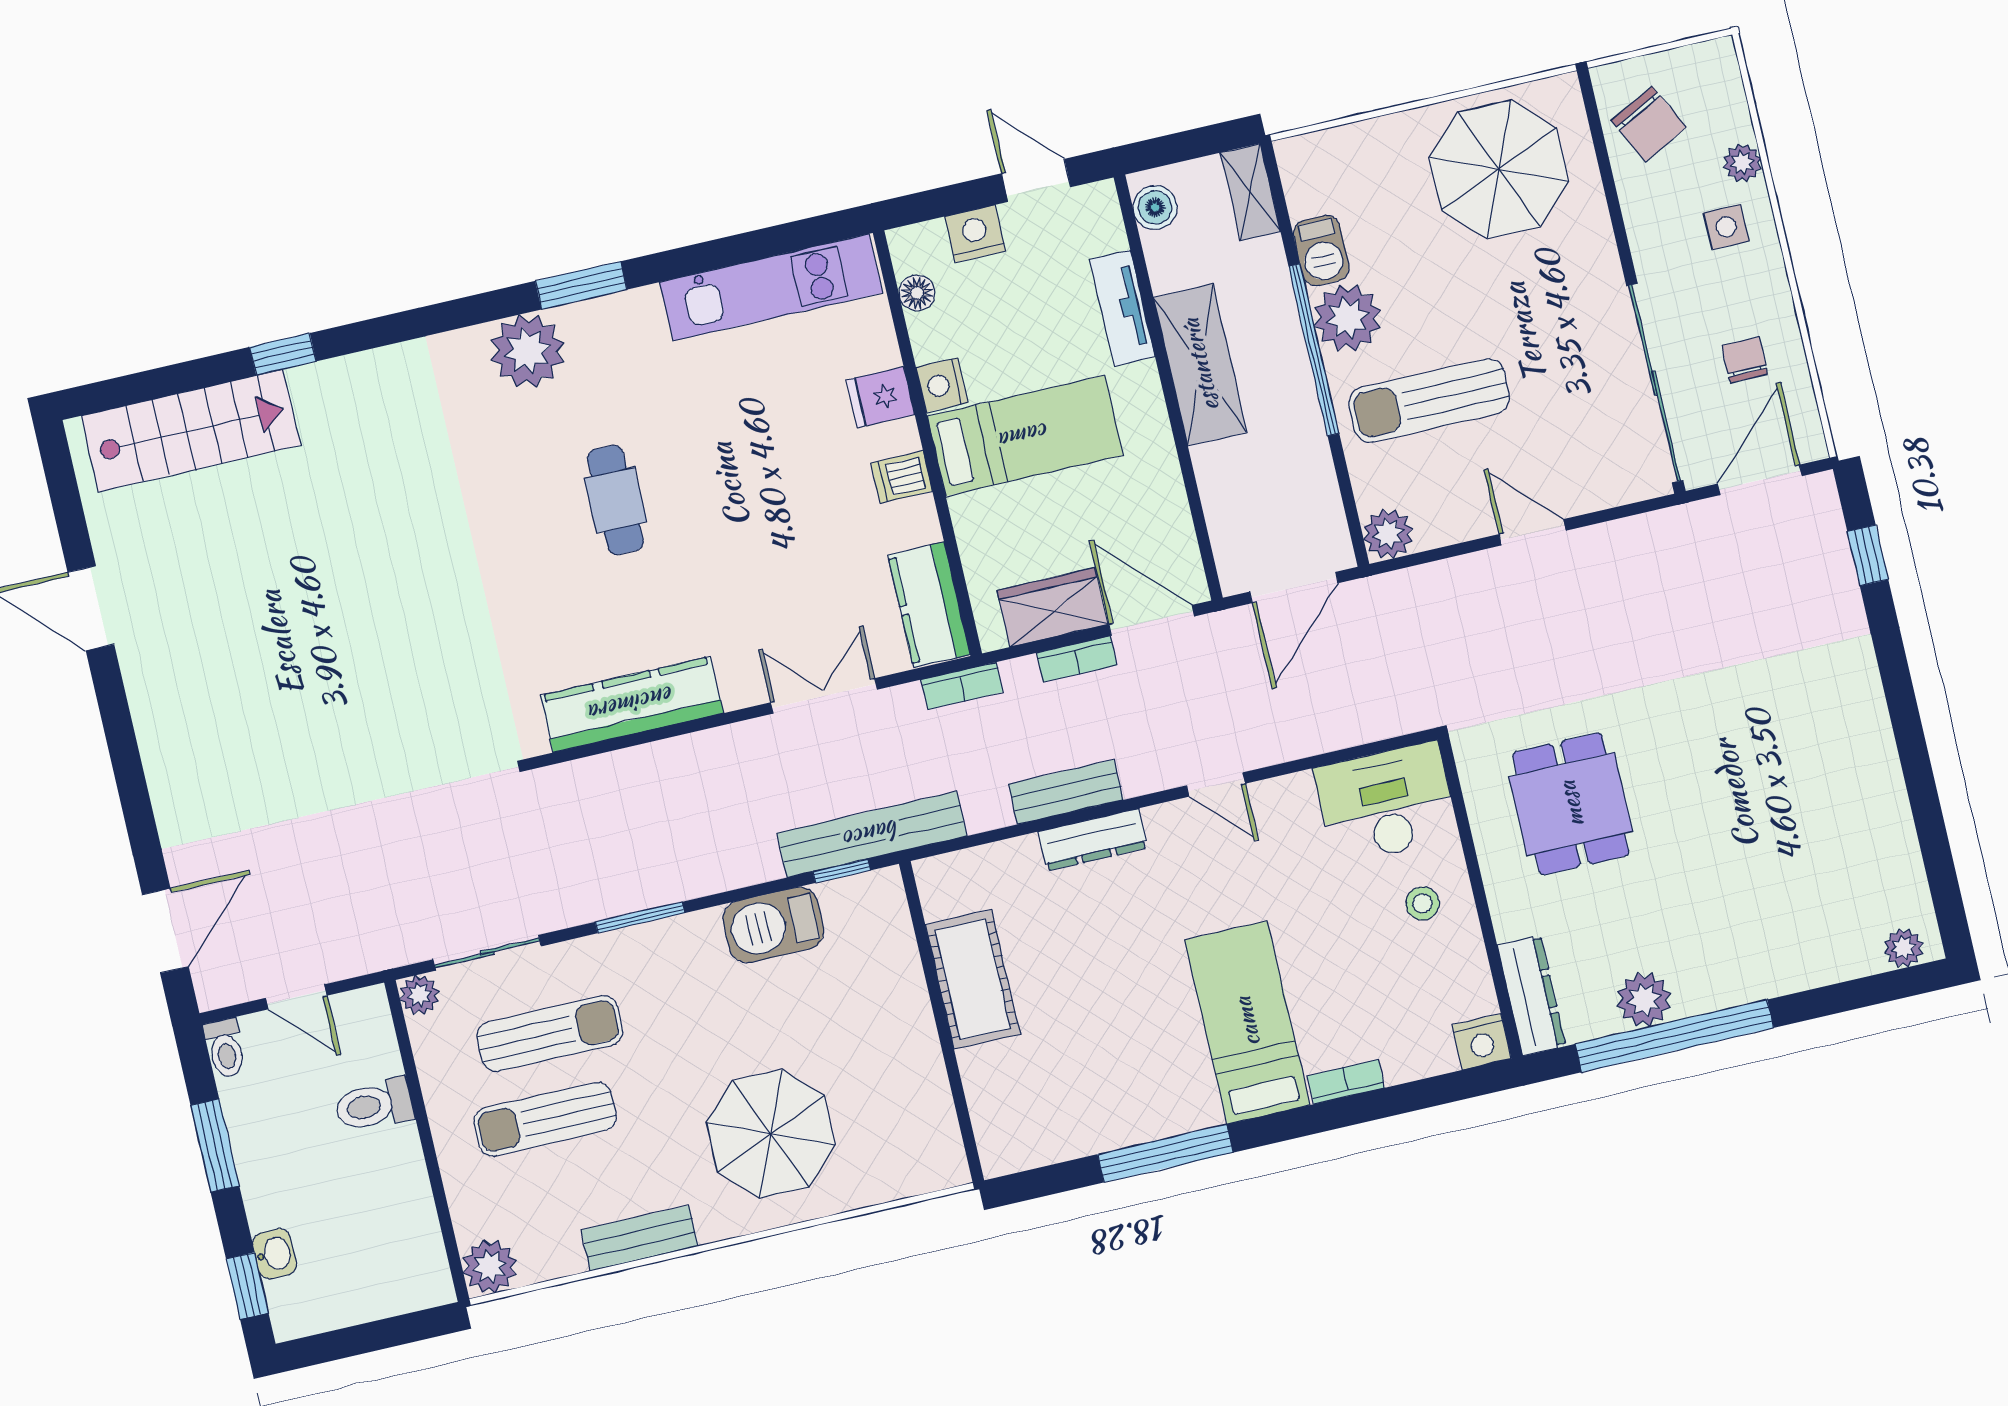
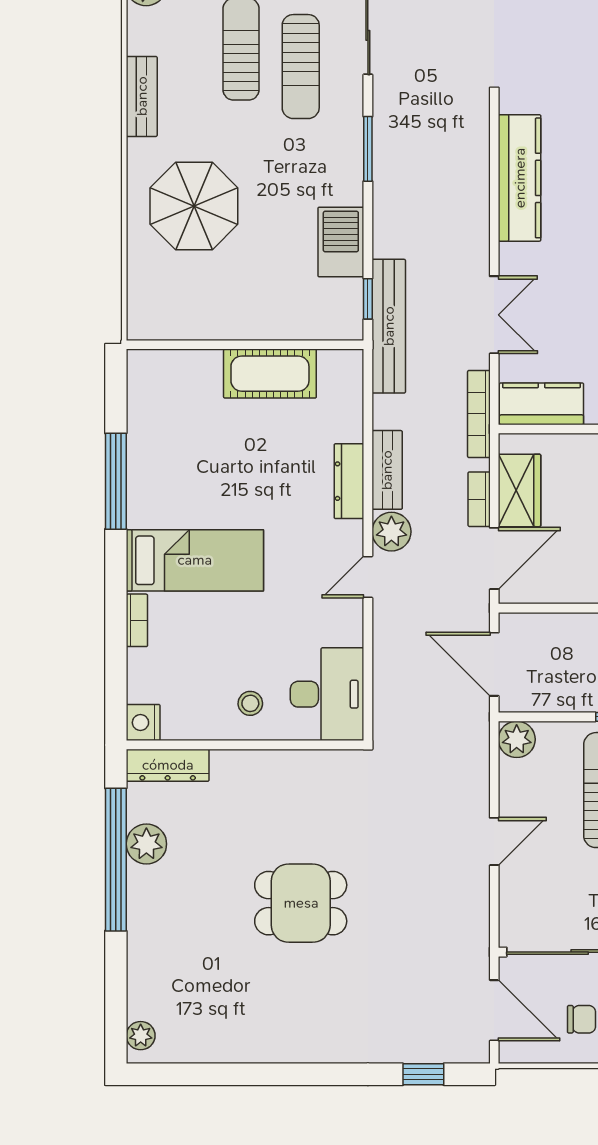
bookcase: (962, 686) -> (479, 414), width x1.56
plant: (1147, 767) -> (391, 532), added
dining table: (1571, 804) -> (301, 903), moved

